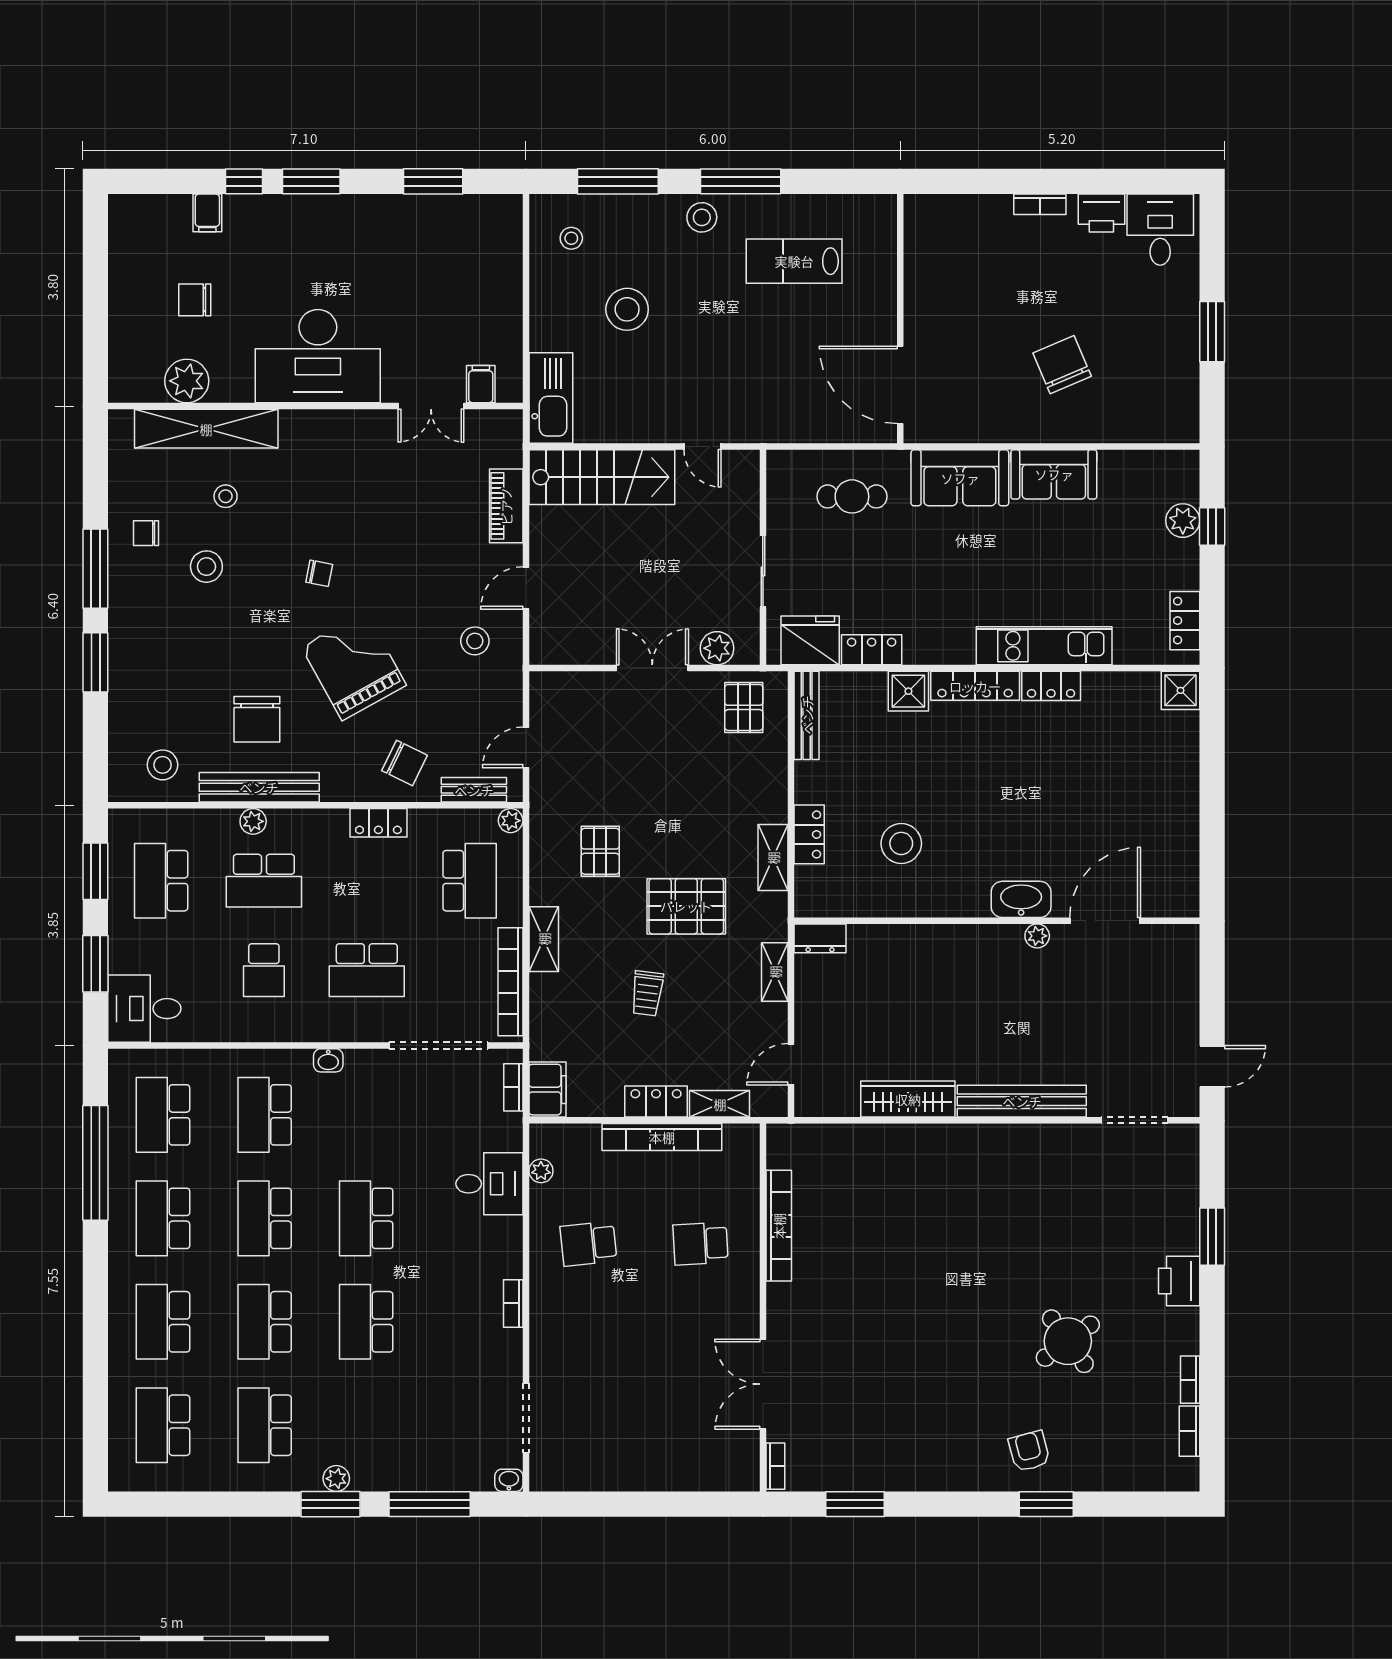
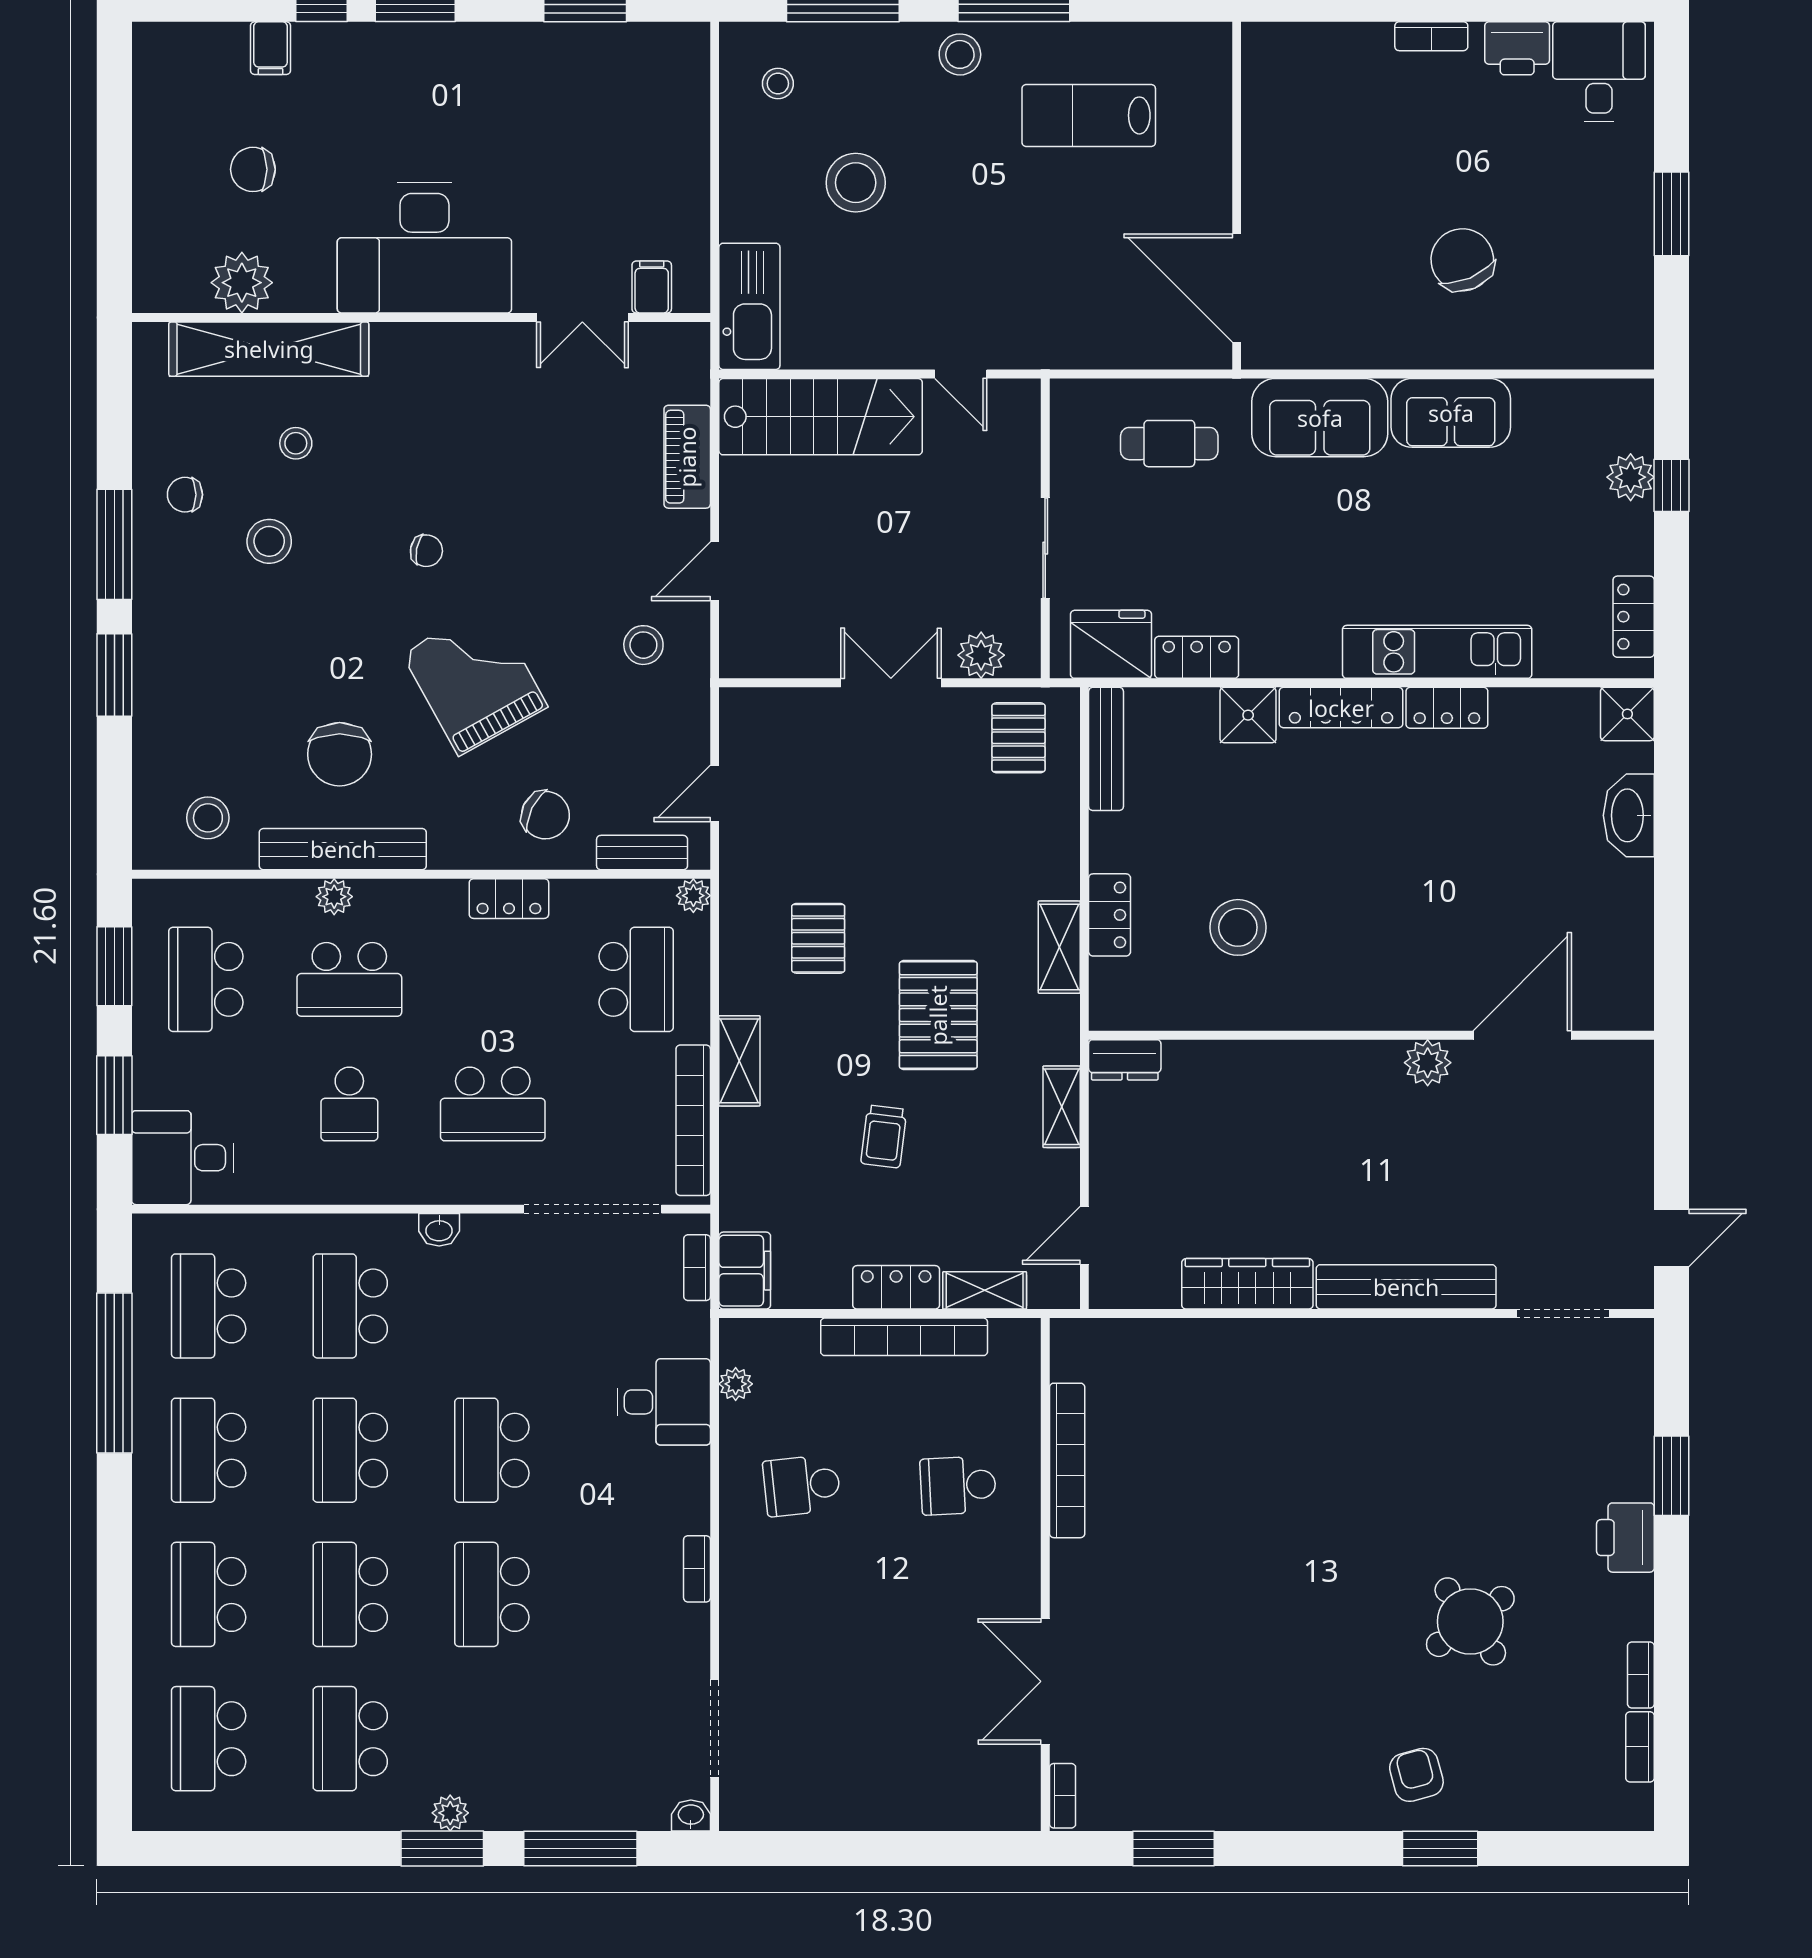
washbasin: (1021, 899) -> (1629, 815), moved, turned -90
pallet: (686, 906) -> (938, 1015), turned 90
plant: (1037, 936) -> (1428, 1063), width x1.38, depth x1.38

